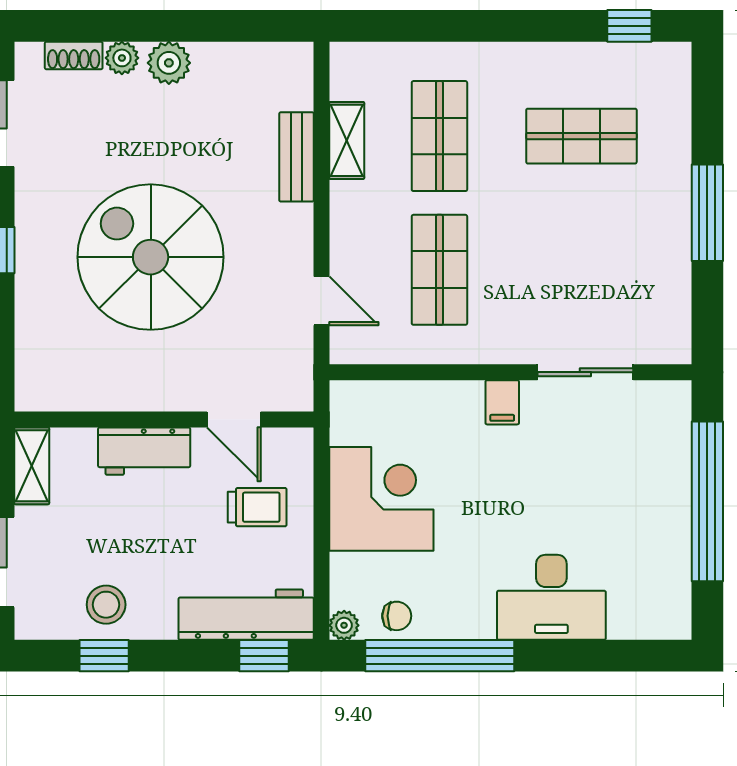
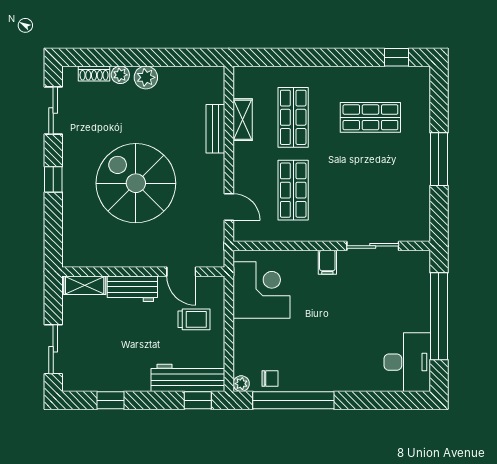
shelving: (32, 466) -> (85, 285), moved, turned 90
corner desk: (381, 499) -> (262, 290), moved
desk: (551, 597) -> (407, 362), moved, turned -90
stool: (106, 605) -> (112, 372), removed

